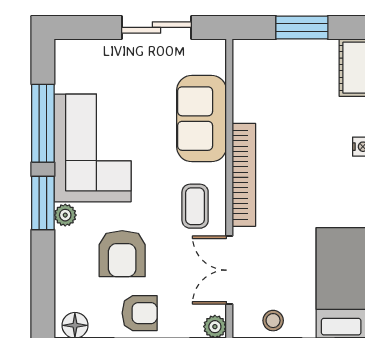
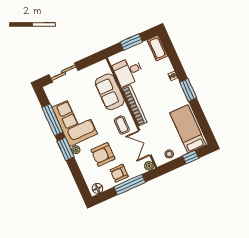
sliding door: (157, 27) -> (64, 73), moved
desk: (264, 91) -> (128, 71), added
armchair: (122, 254) -> (103, 154), turned 90
armchair: (140, 313) -> (119, 173), turned 180

